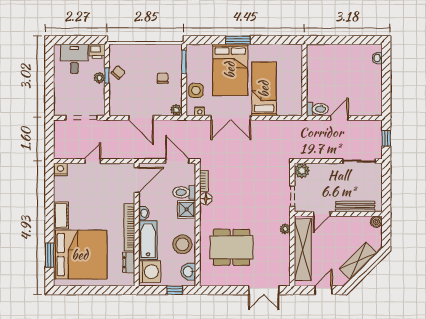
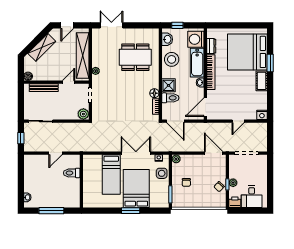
window: (345, 40) -> (51, 211), added
toilet: (317, 109) -> (72, 173), moved
door: (141, 118) -> (214, 153), moved
window: (49, 255) -> (270, 63), moved

